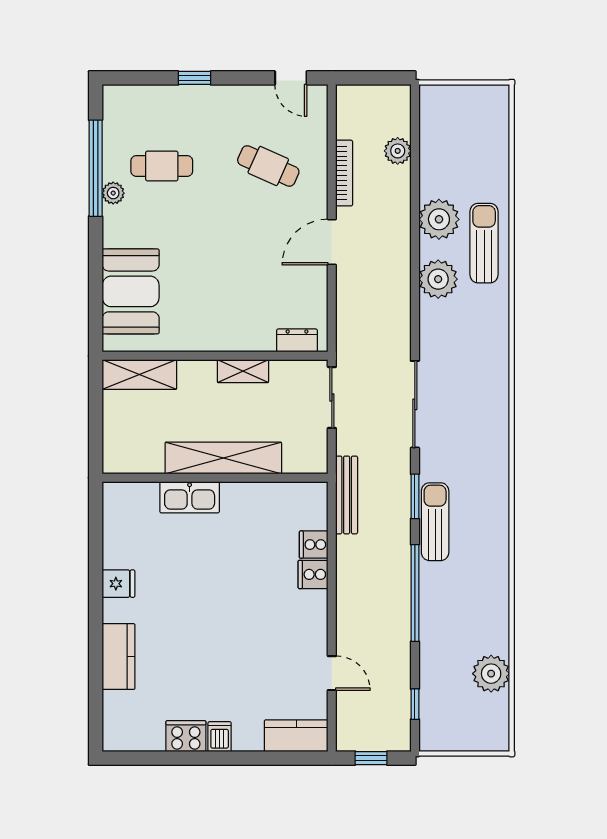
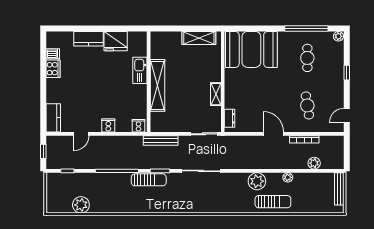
bench: (455, 95) -> (339, 189), added
cafe table: (268, 166) -> (307, 105), turned -33
plant: (113, 193) -> (338, 36), moved
plant: (439, 219) -> (288, 177), width x0.53, depth x0.53
booth: (131, 291) -> (251, 49), width x1.36, depth x1.42
shelving: (139, 375) -> (199, 38), moved, turned 90
shelving: (223, 458) -> (157, 85), moved
wall: (215, 478) -> (149, 82), moved
kitchen sink: (190, 497) -> (140, 70), moved
cooker: (313, 574) -> (108, 125), moved
fridge: (118, 584) -> (116, 41), width x1.88, depth x1.34
dishwasher: (220, 737) -> (53, 54), moved

